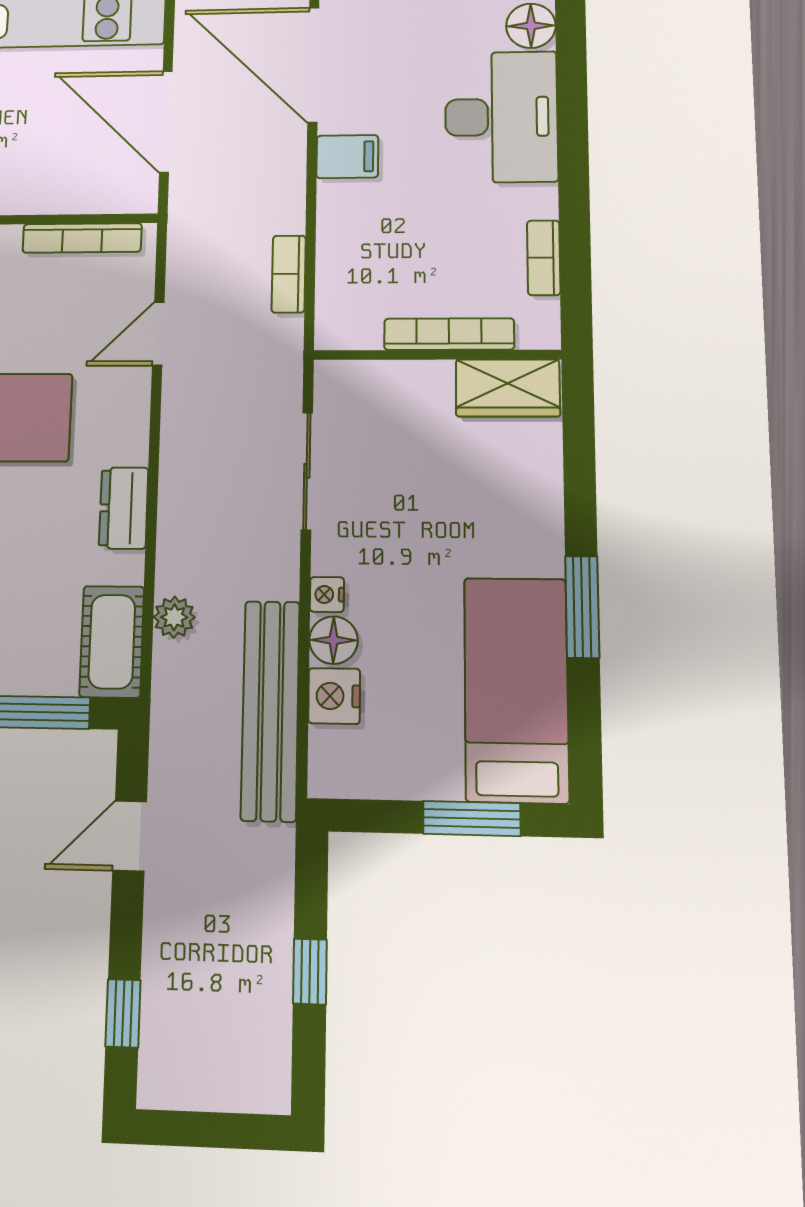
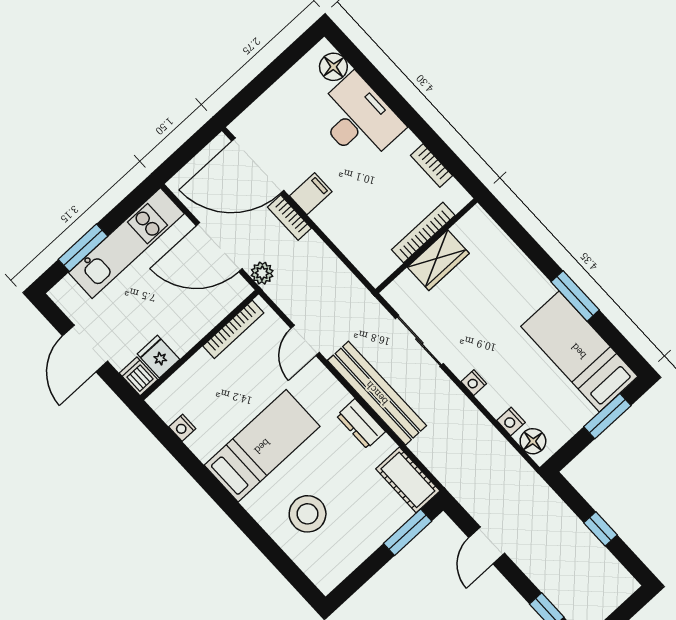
bookcase: (289, 274) -> (289, 218), moved
wardrobe: (508, 388) -> (438, 260), moved
plant: (174, 617) -> (262, 273), moved
floor lamp: (333, 640) -> (533, 441), moved
nightstand: (334, 696) -> (511, 421), width x0.72, depth x0.74
bench: (270, 710) -> (377, 393), moved

